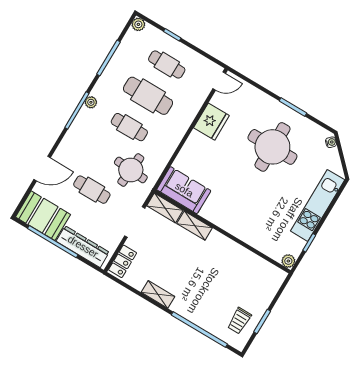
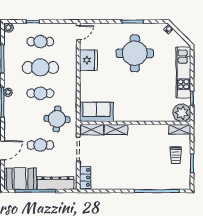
plant: (288, 261) -> (182, 113), width x1.88, depth x1.88
shelving: (158, 294) -> (180, 129), moved
trolley: (239, 321) -> (176, 155), moved

